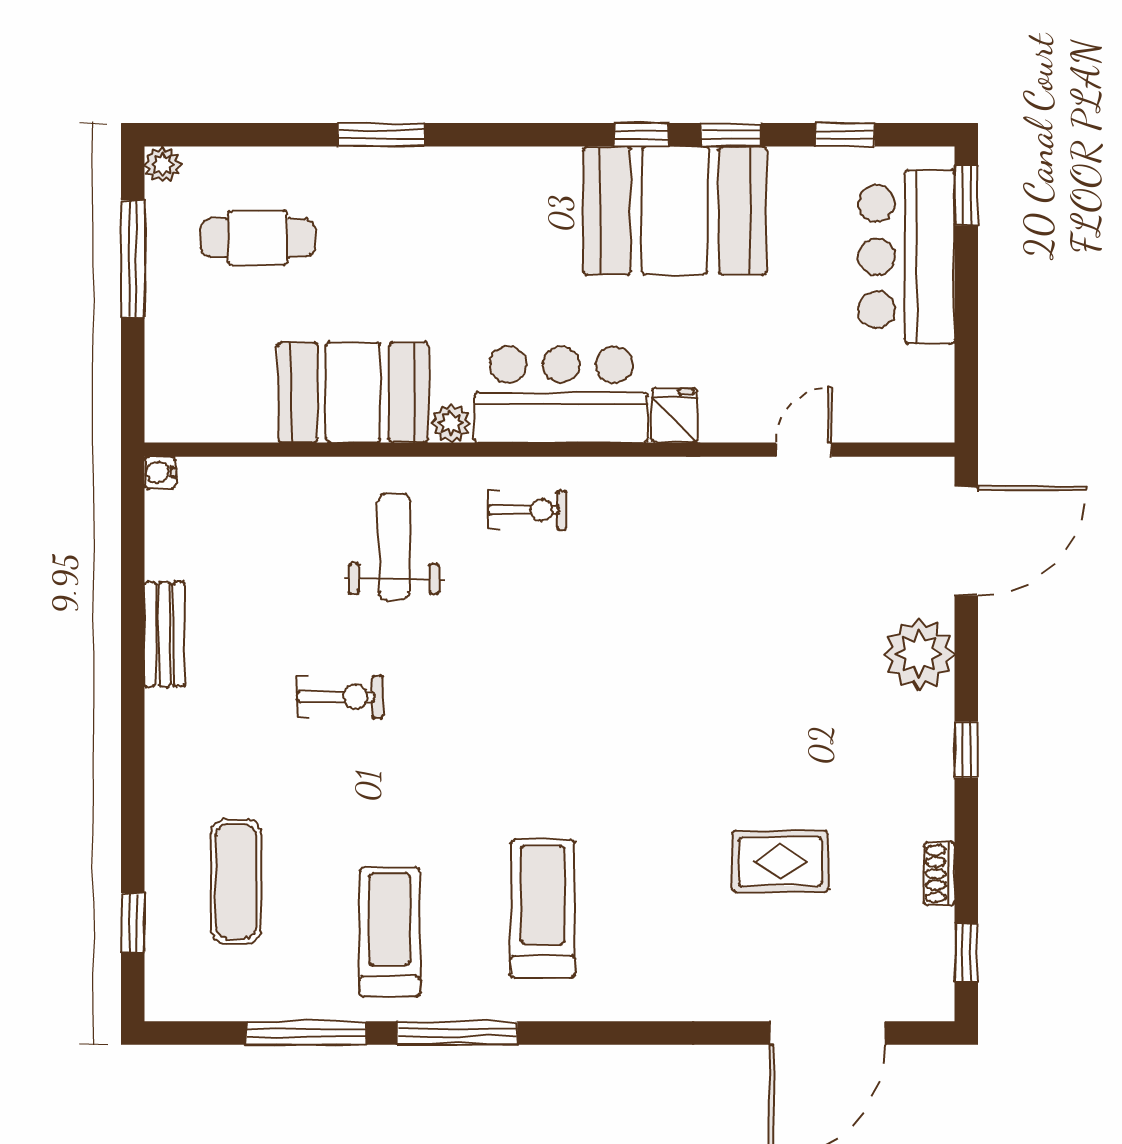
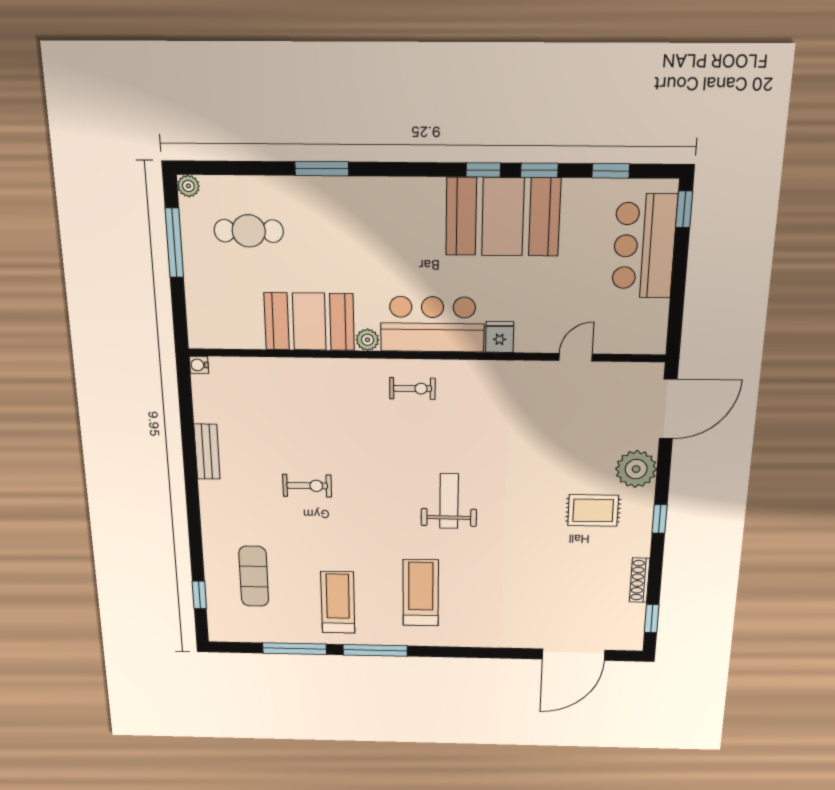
weight bench: (394, 547) -> (449, 501), moved
rug: (780, 861) -> (593, 510), moved
shoe rack: (939, 874) -> (640, 580), width x1.43

